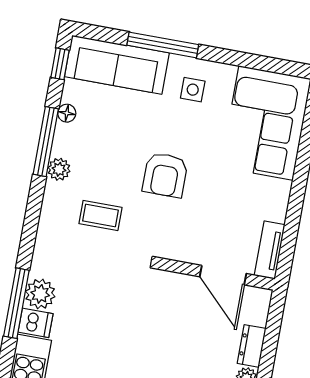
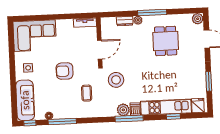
window: (163, 45) -> (13, 84), removed
plant: (59, 169) -> (72, 114), removed
armchair: (165, 175) -> (65, 71), turned 180
door: (223, 275) -> (100, 50), moved
stool: (116, 293) -> (116, 80), added

